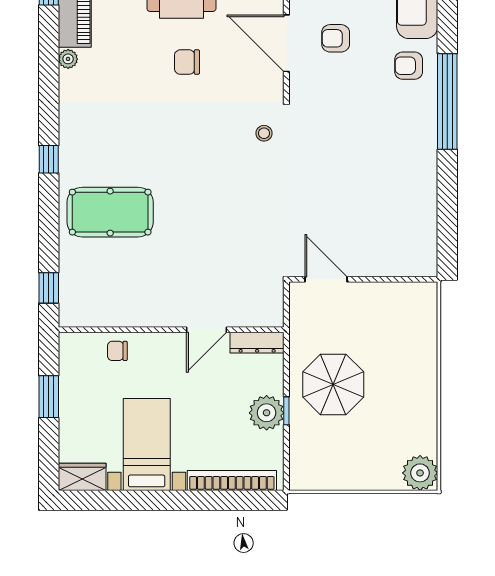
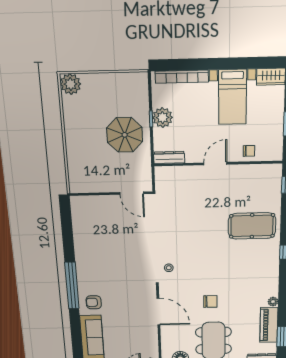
armchair: (336, 38) -> (133, 314), removed
armchair: (409, 66) -> (94, 302), turned 180
door: (206, 330) -> (215, 164), moved

